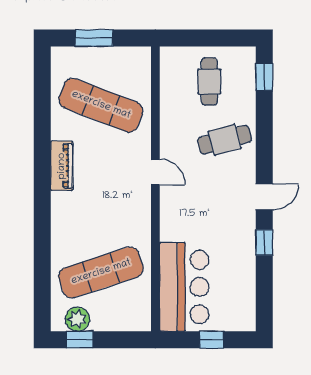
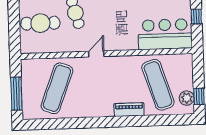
window: (94, 38) -> (16, 94), width x1.44
cafe table: (209, 81) -> (40, 23), width x1.37, depth x1.35
piano: (62, 166) -> (129, 110), moved

